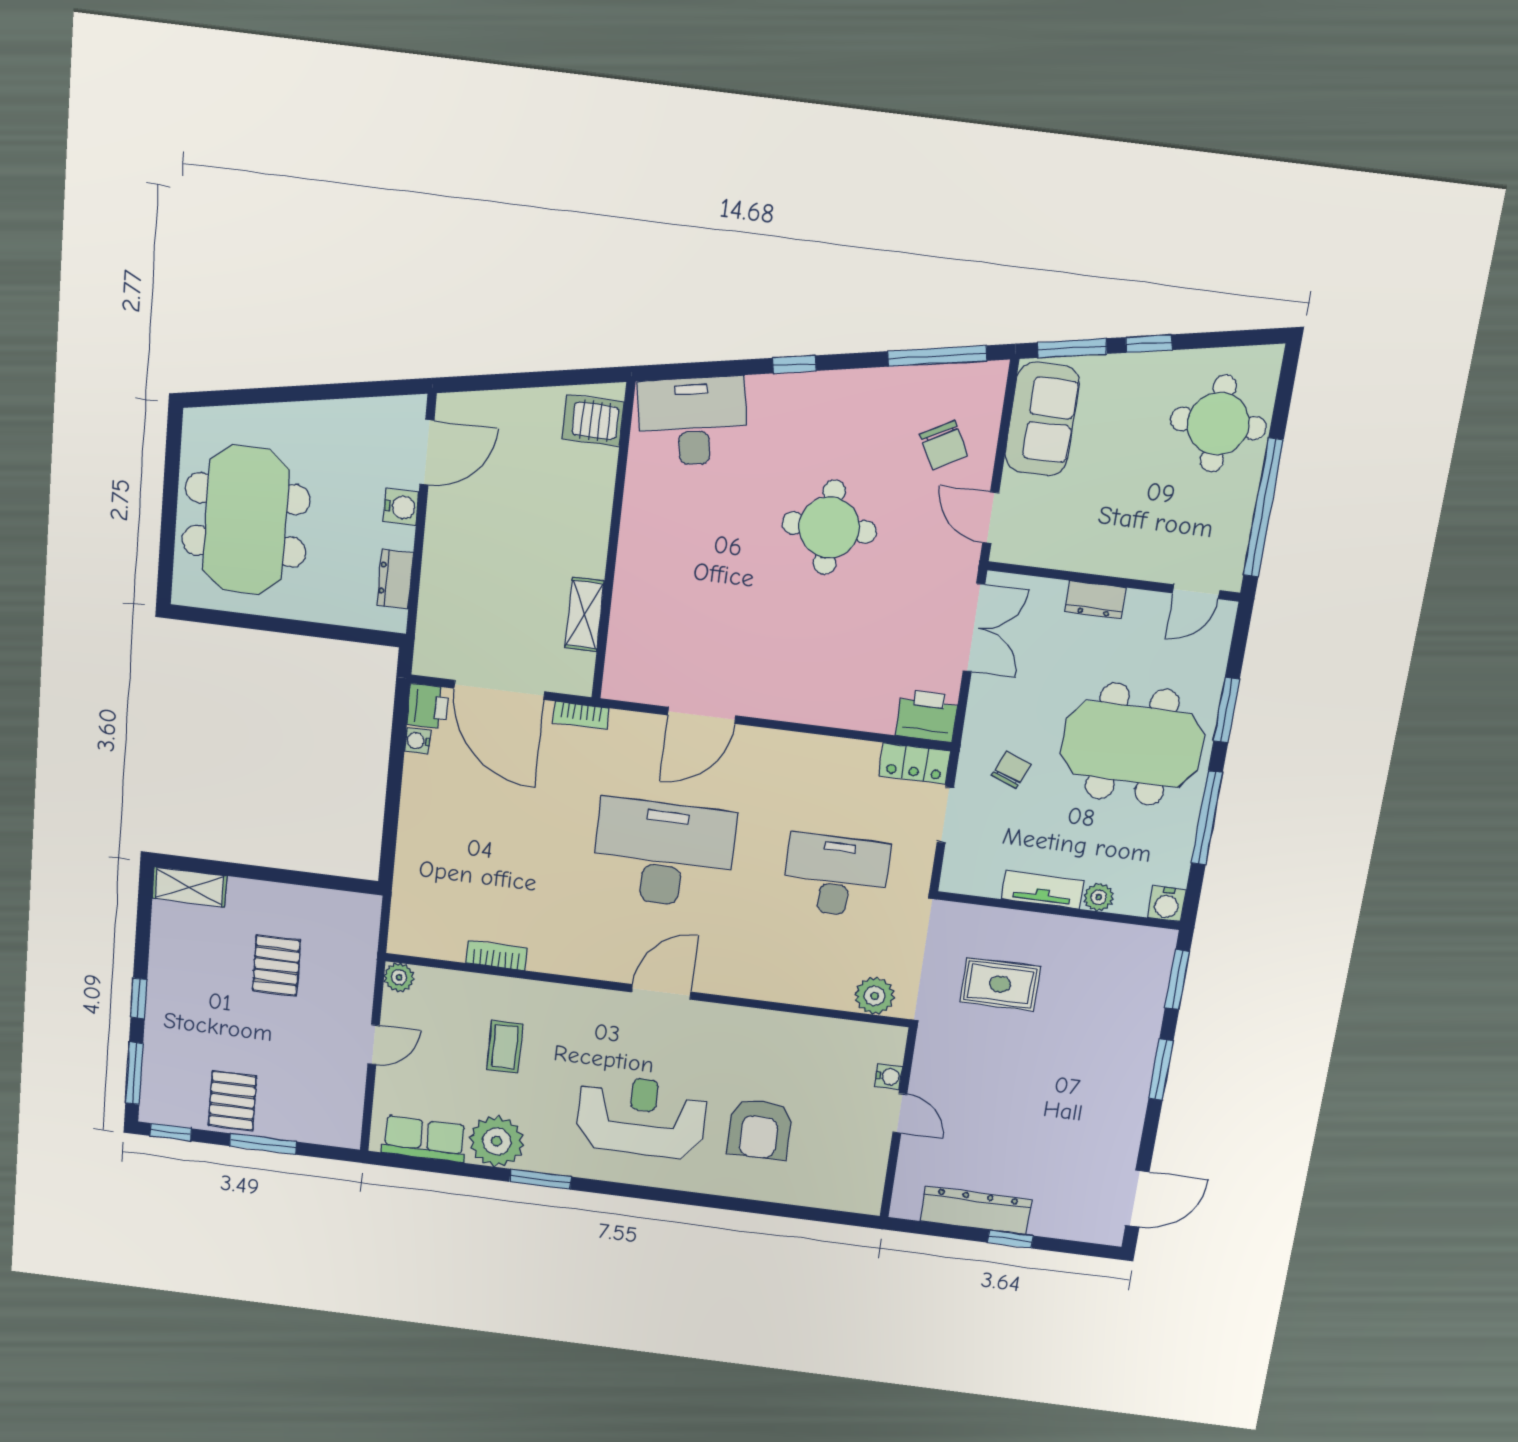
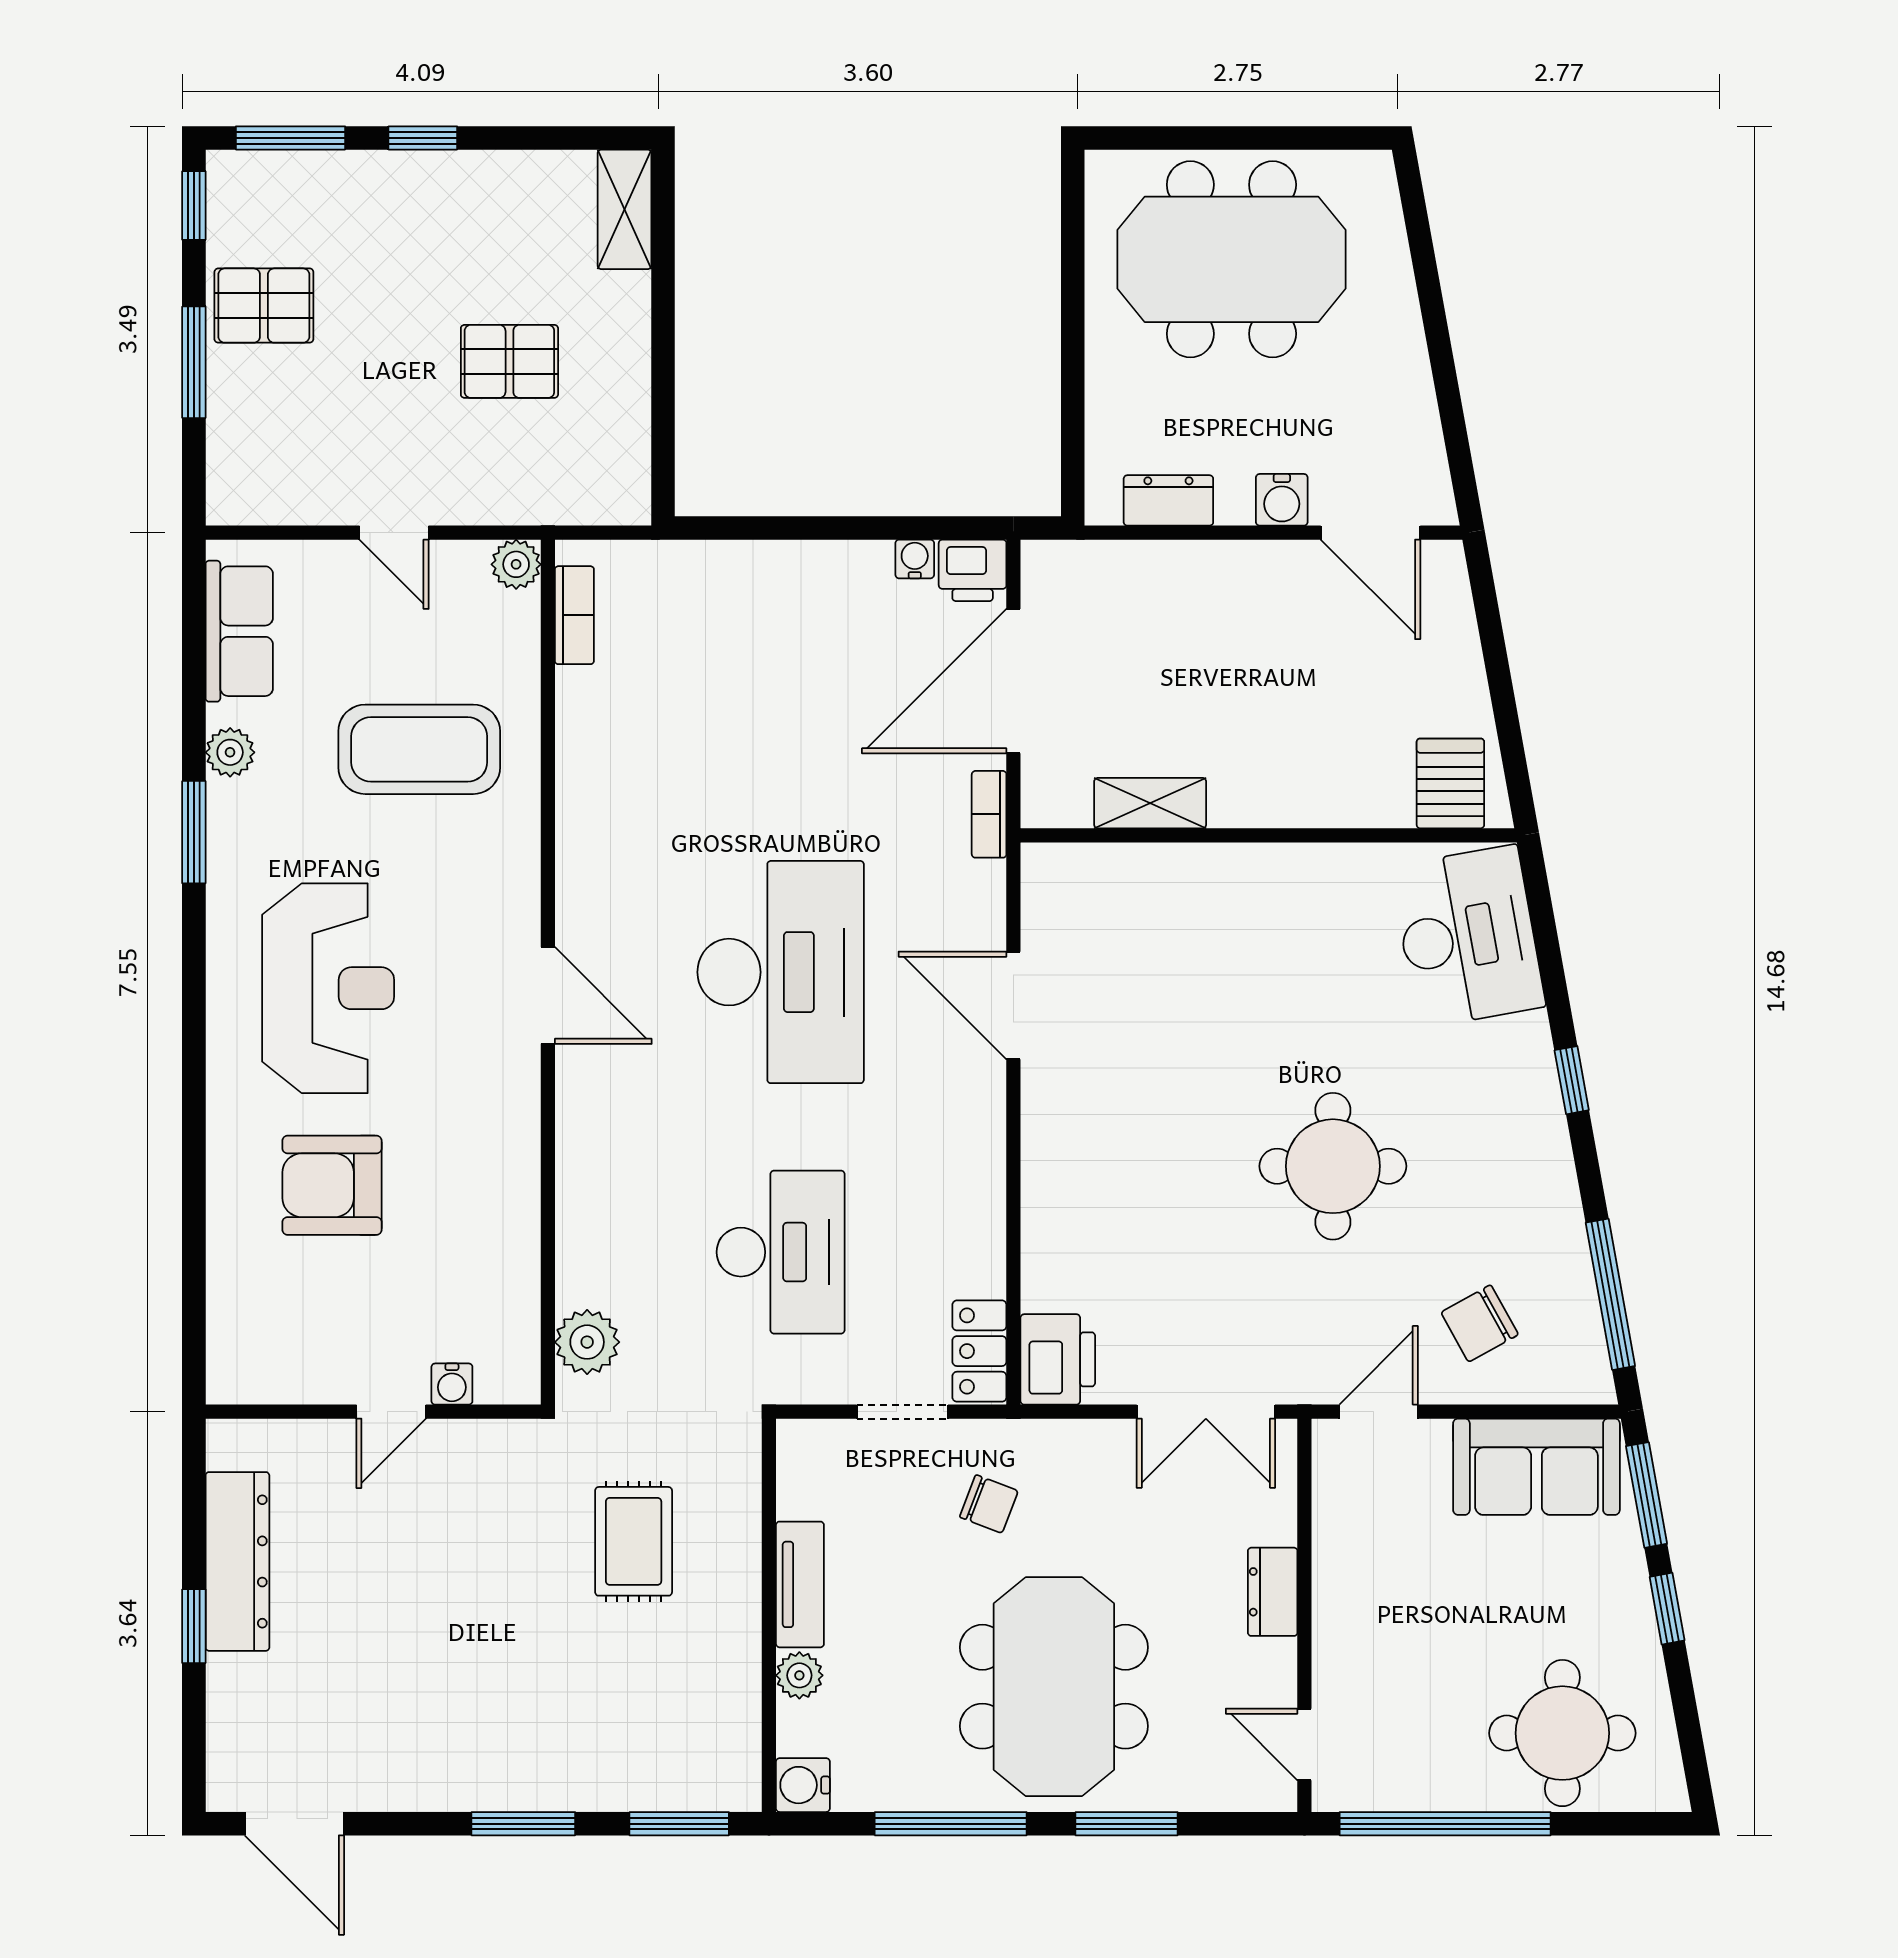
bookcase: (496, 955) -> (574, 615), moved
coffee table: (505, 1047) -> (419, 749), width x1.86, depth x1.72
plant: (497, 1141) -> (230, 752), width x0.53, depth x0.53

